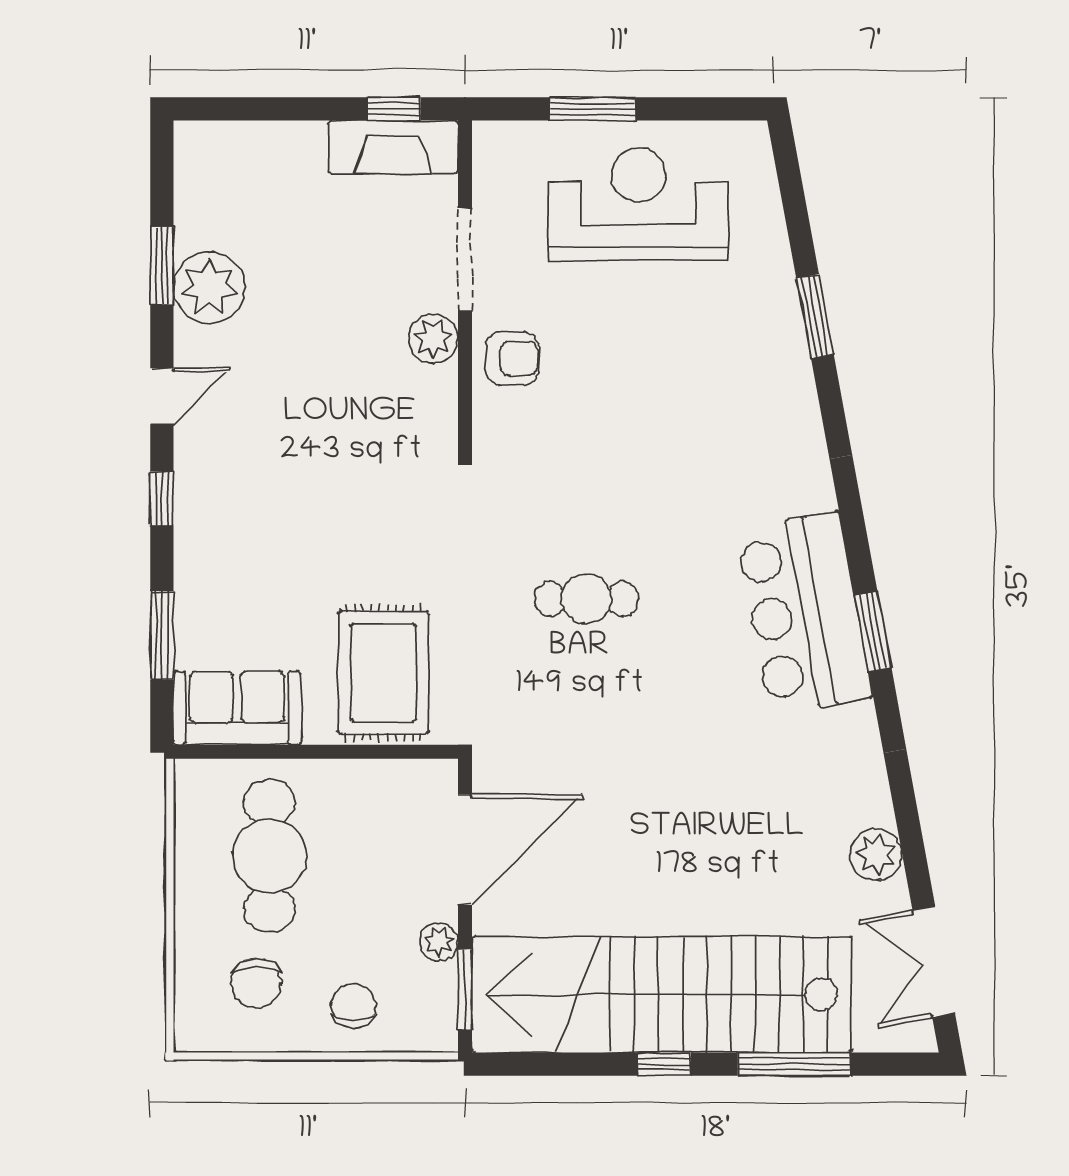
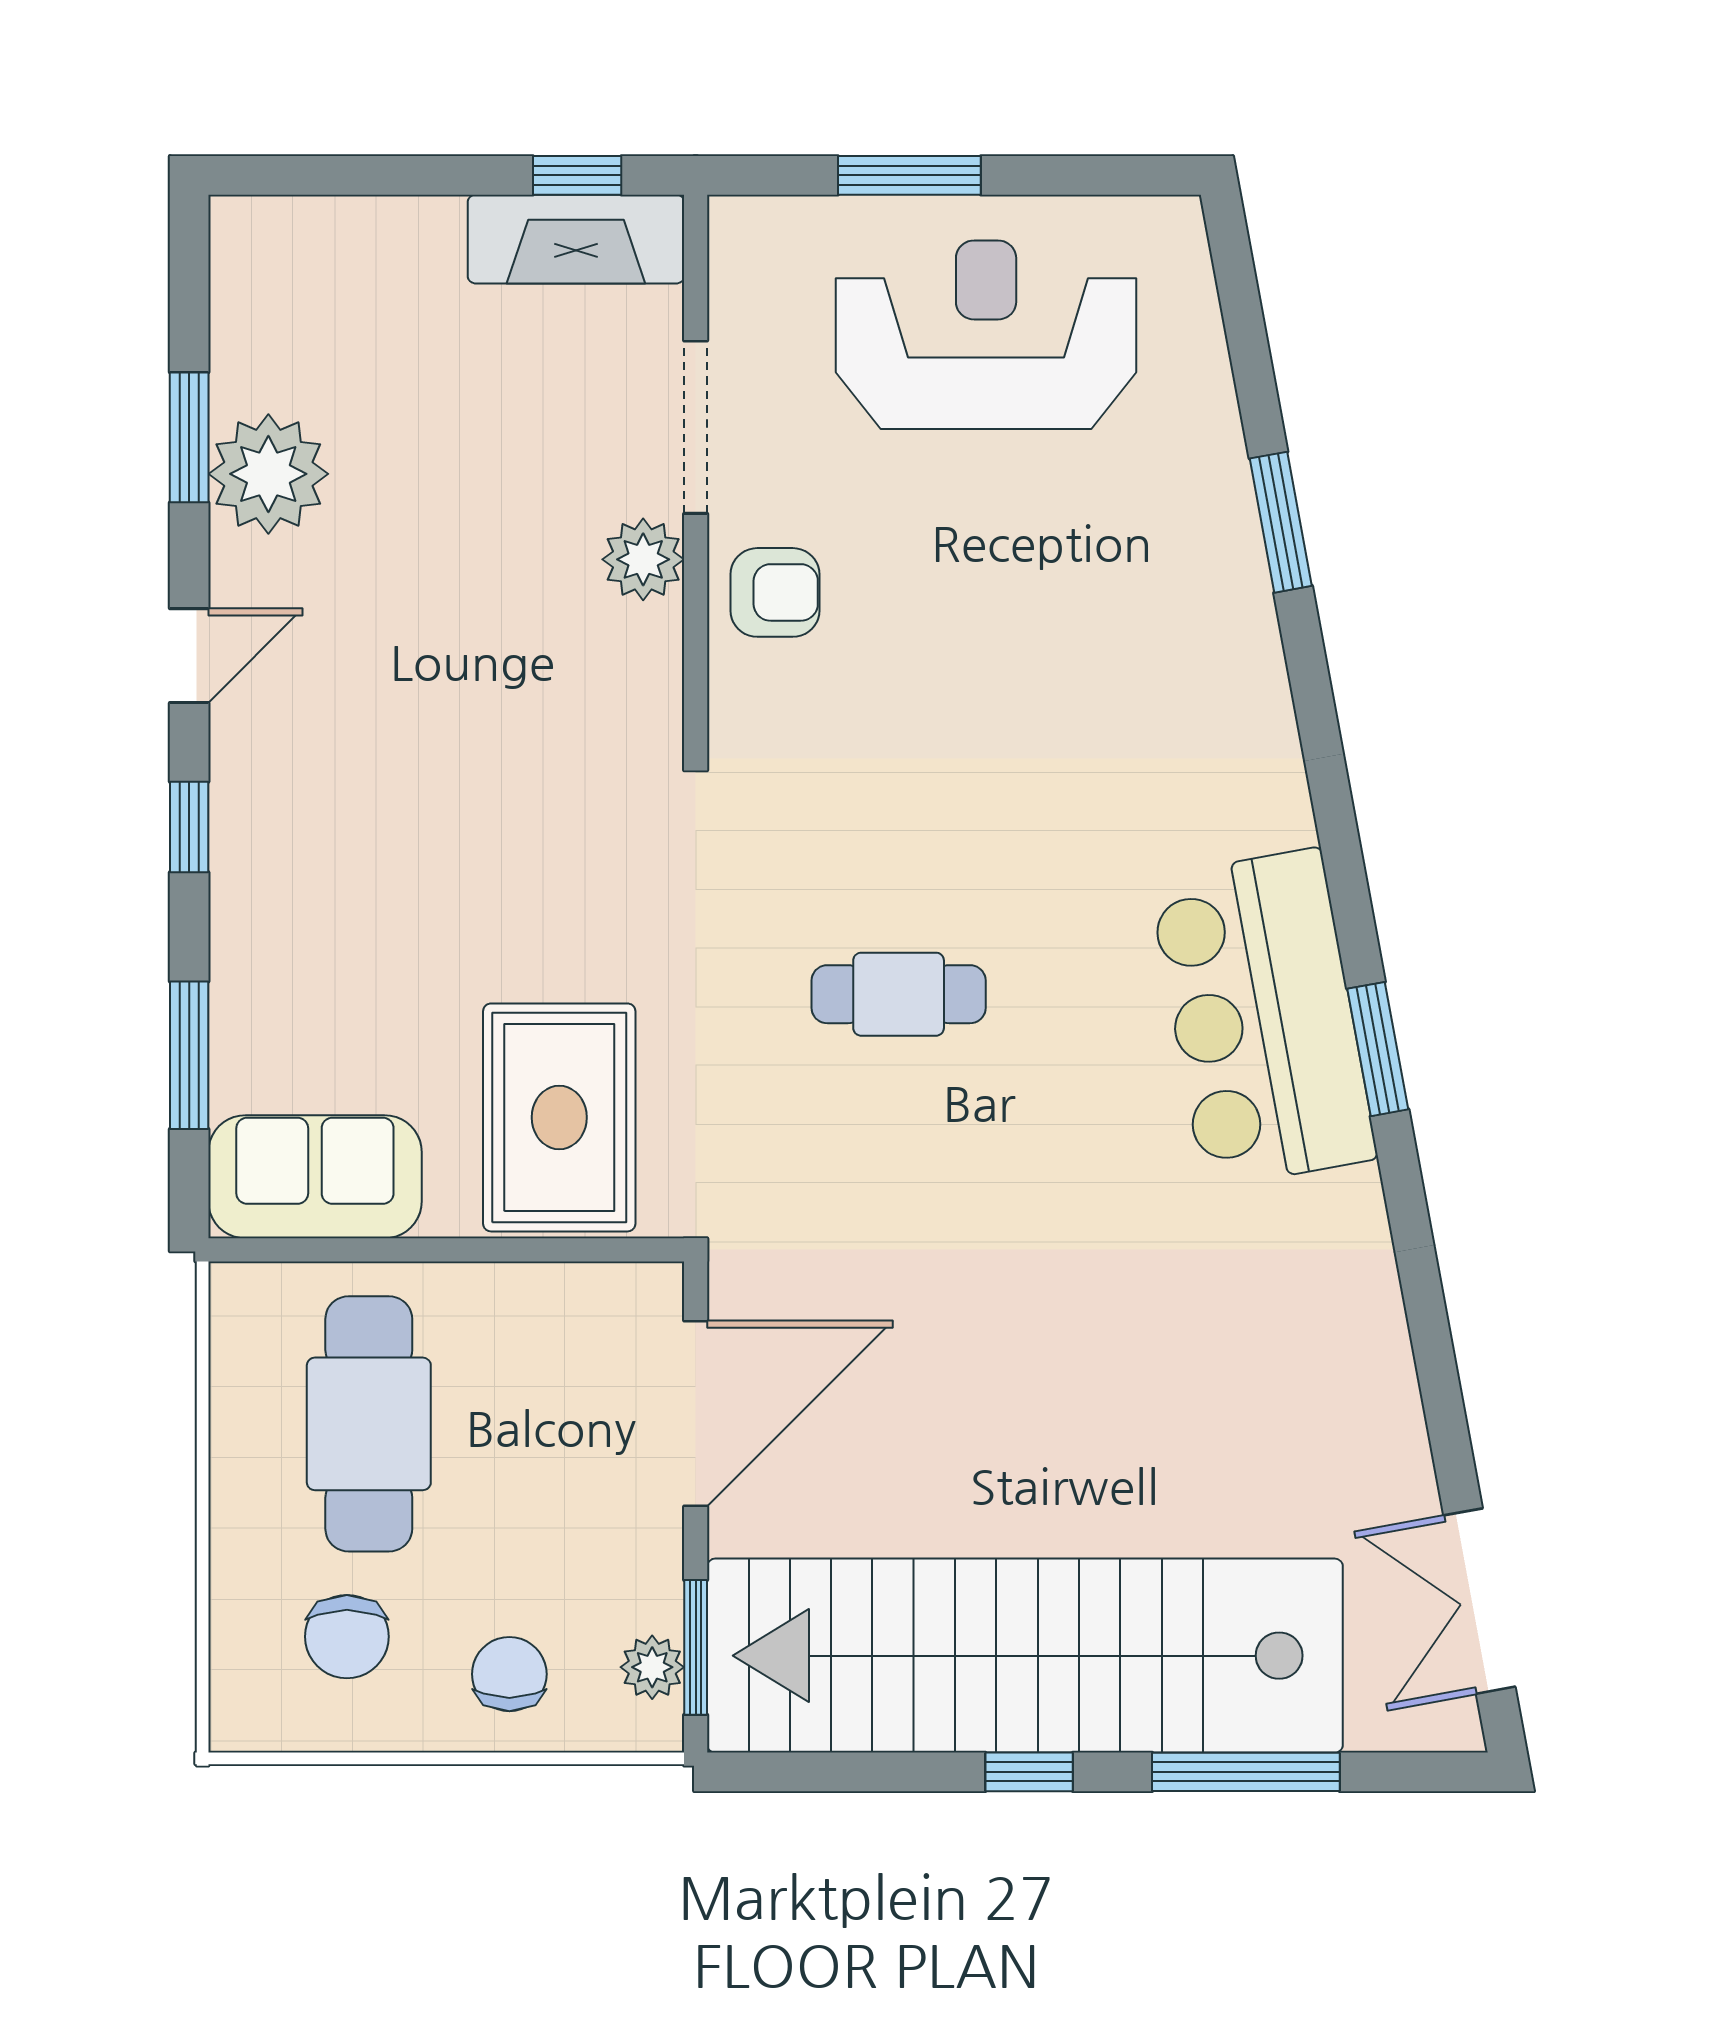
plant: (876, 855) -> (1383, 1422), removed
plant: (439, 942) -> (652, 1667), moved

